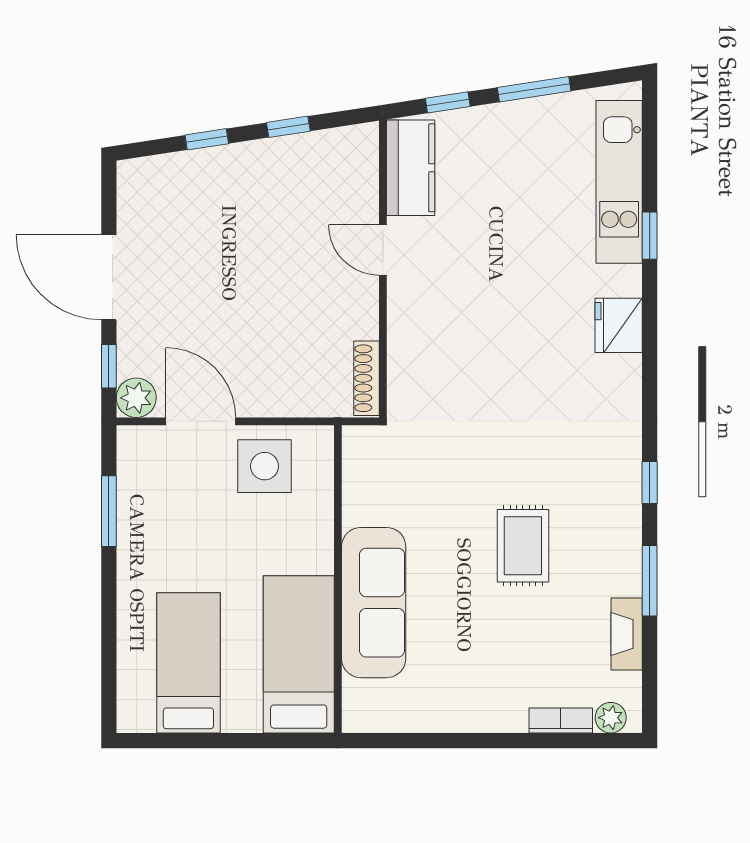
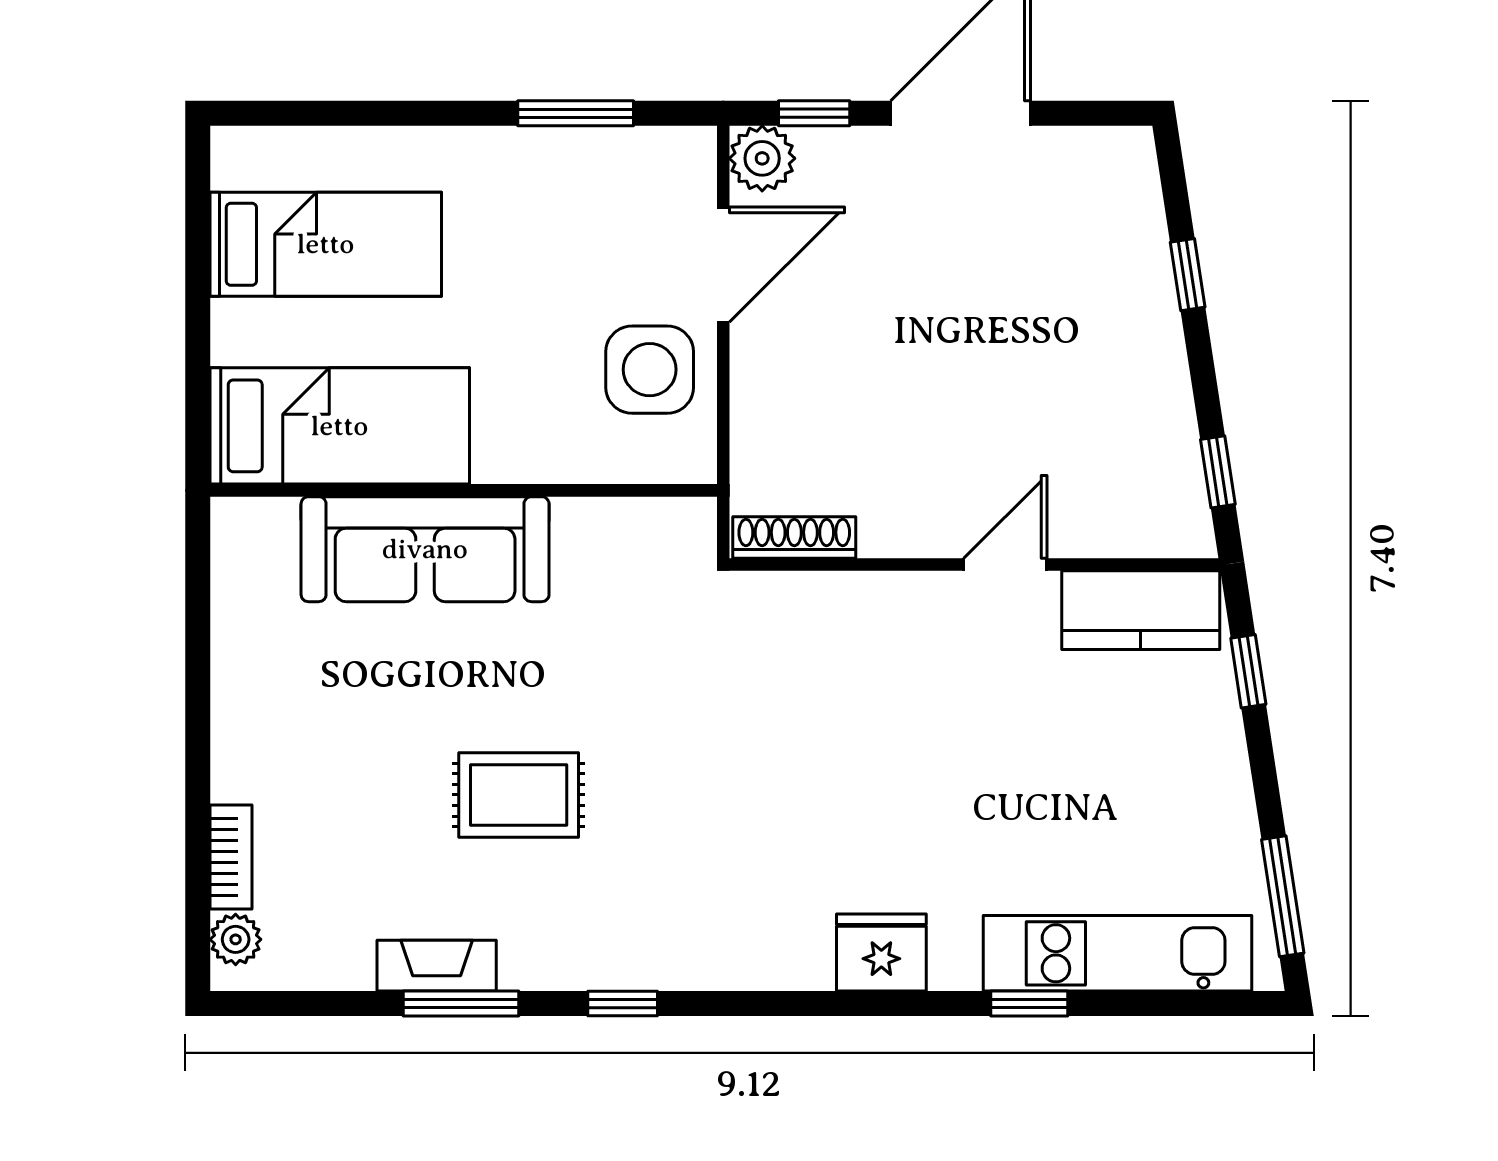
window: (534, 89) -> (1283, 896), moved
window: (288, 127) -> (1218, 472), moved
fireplace: (627, 634) -> (437, 966), moved

